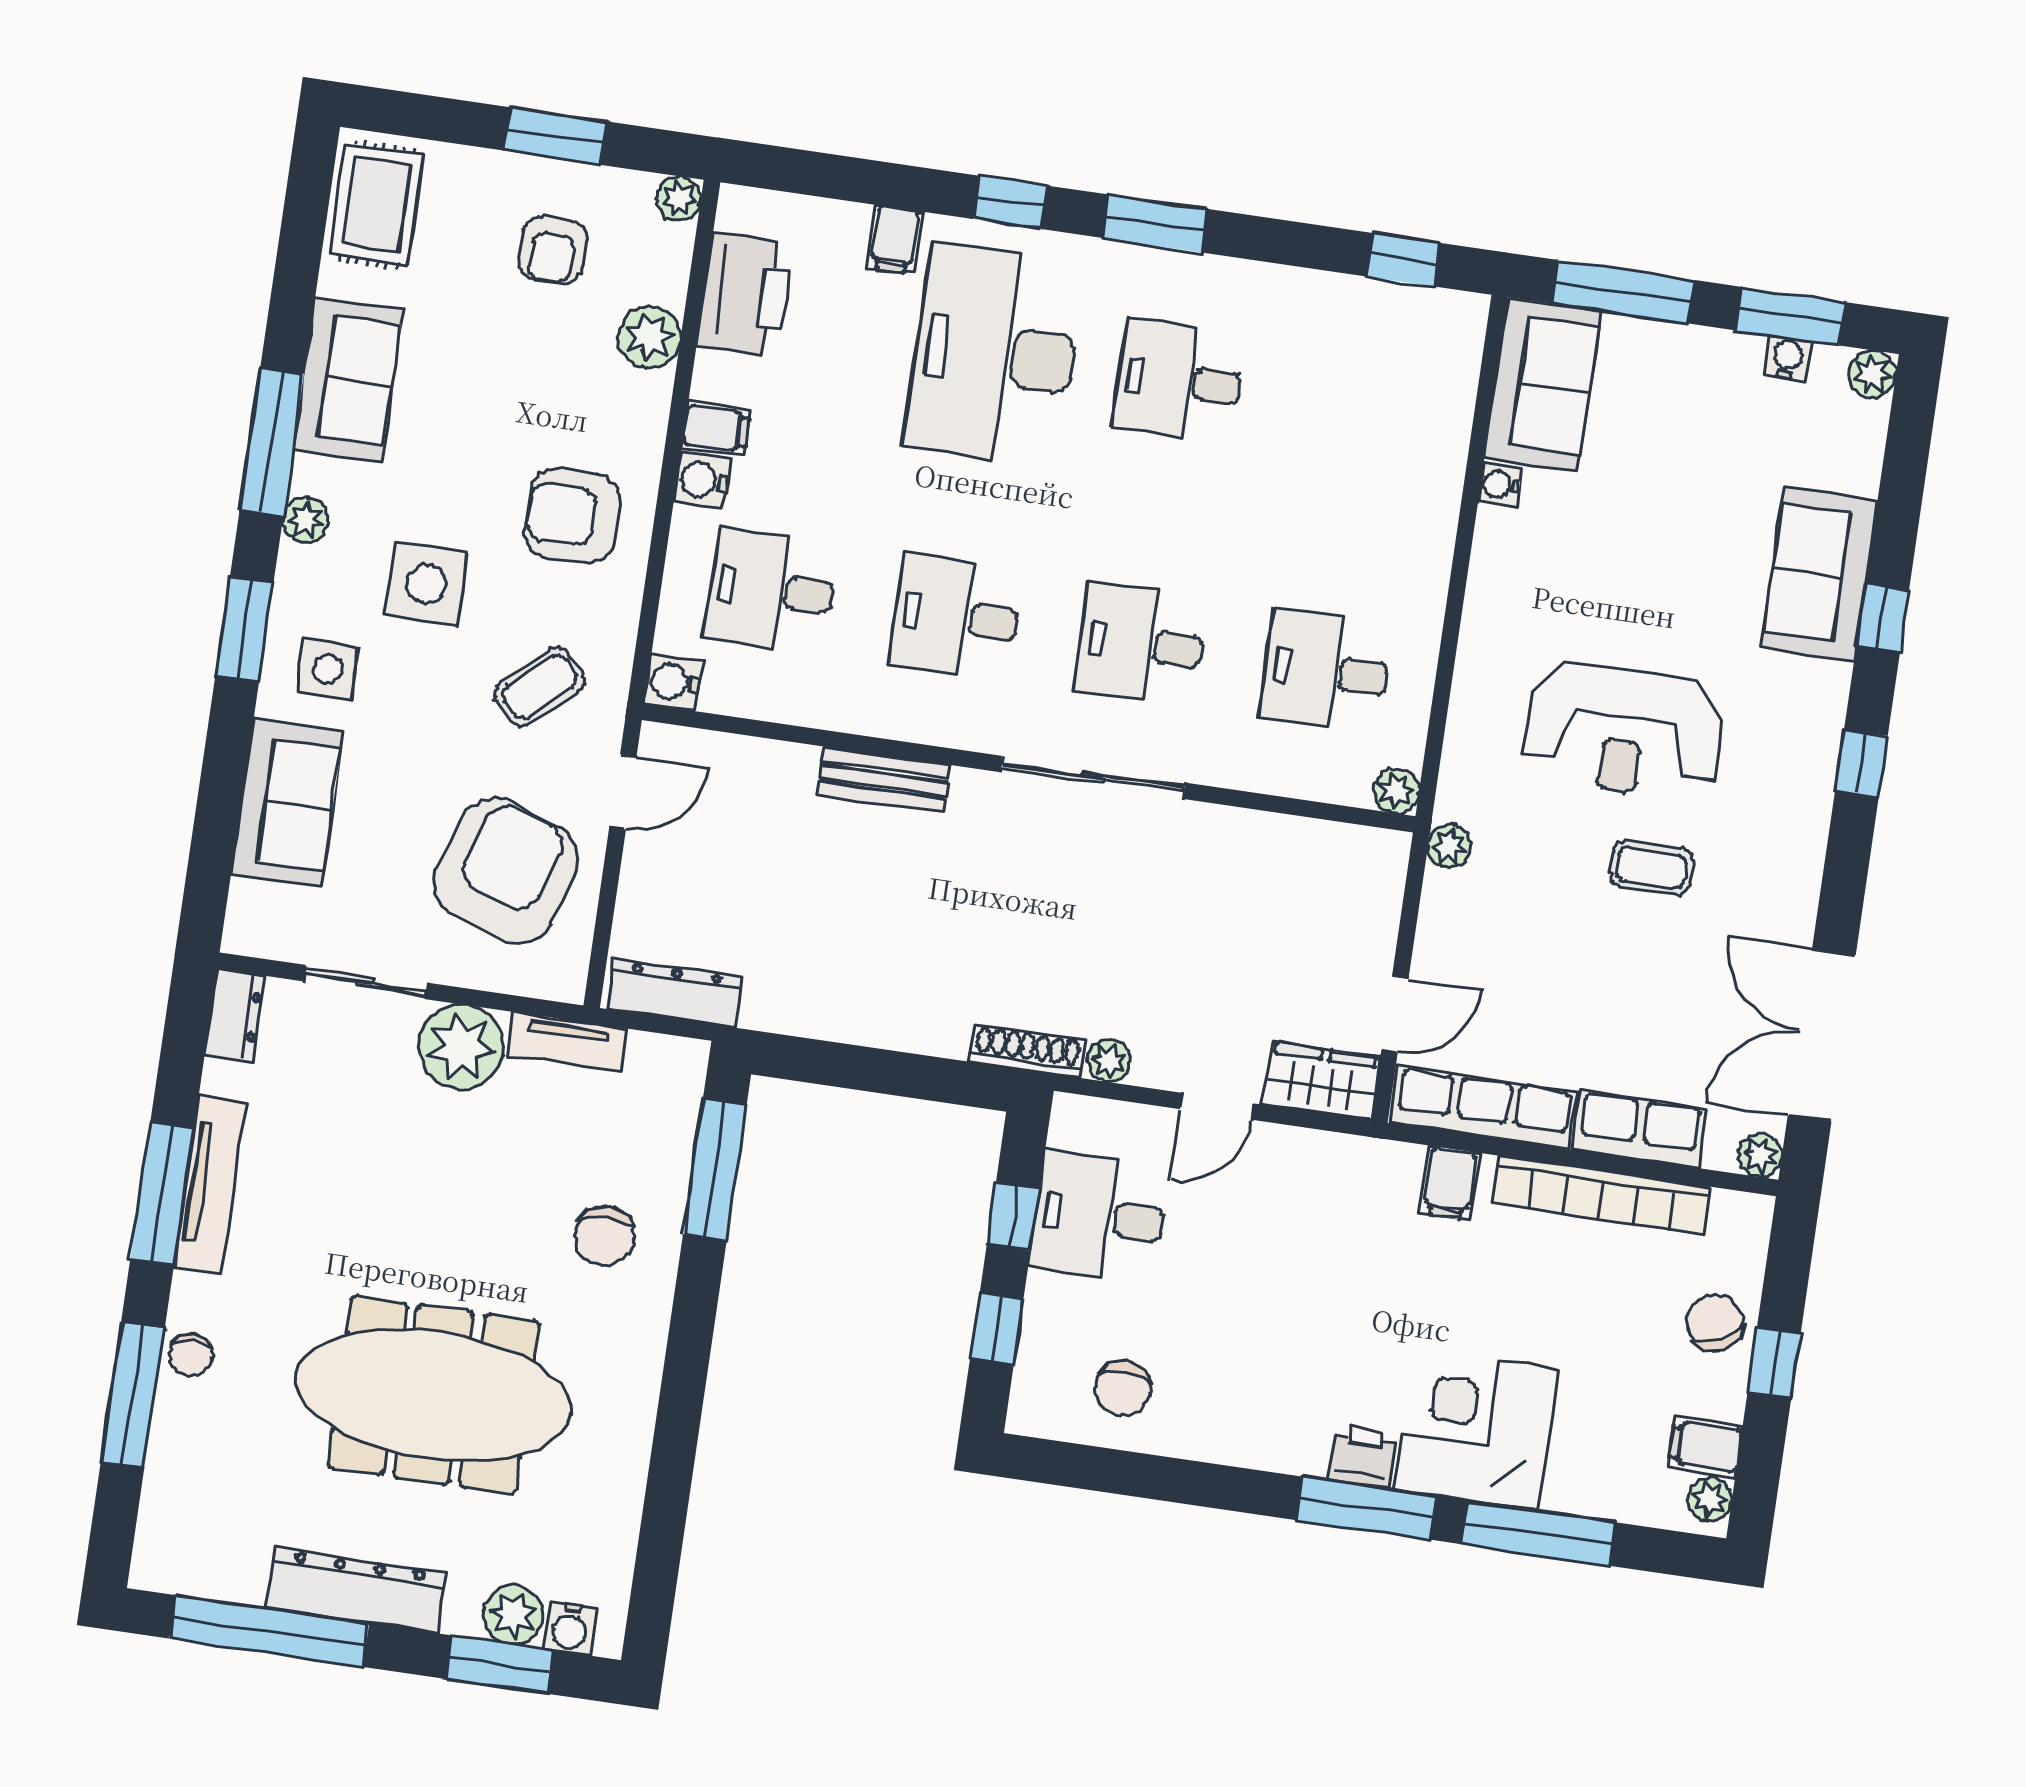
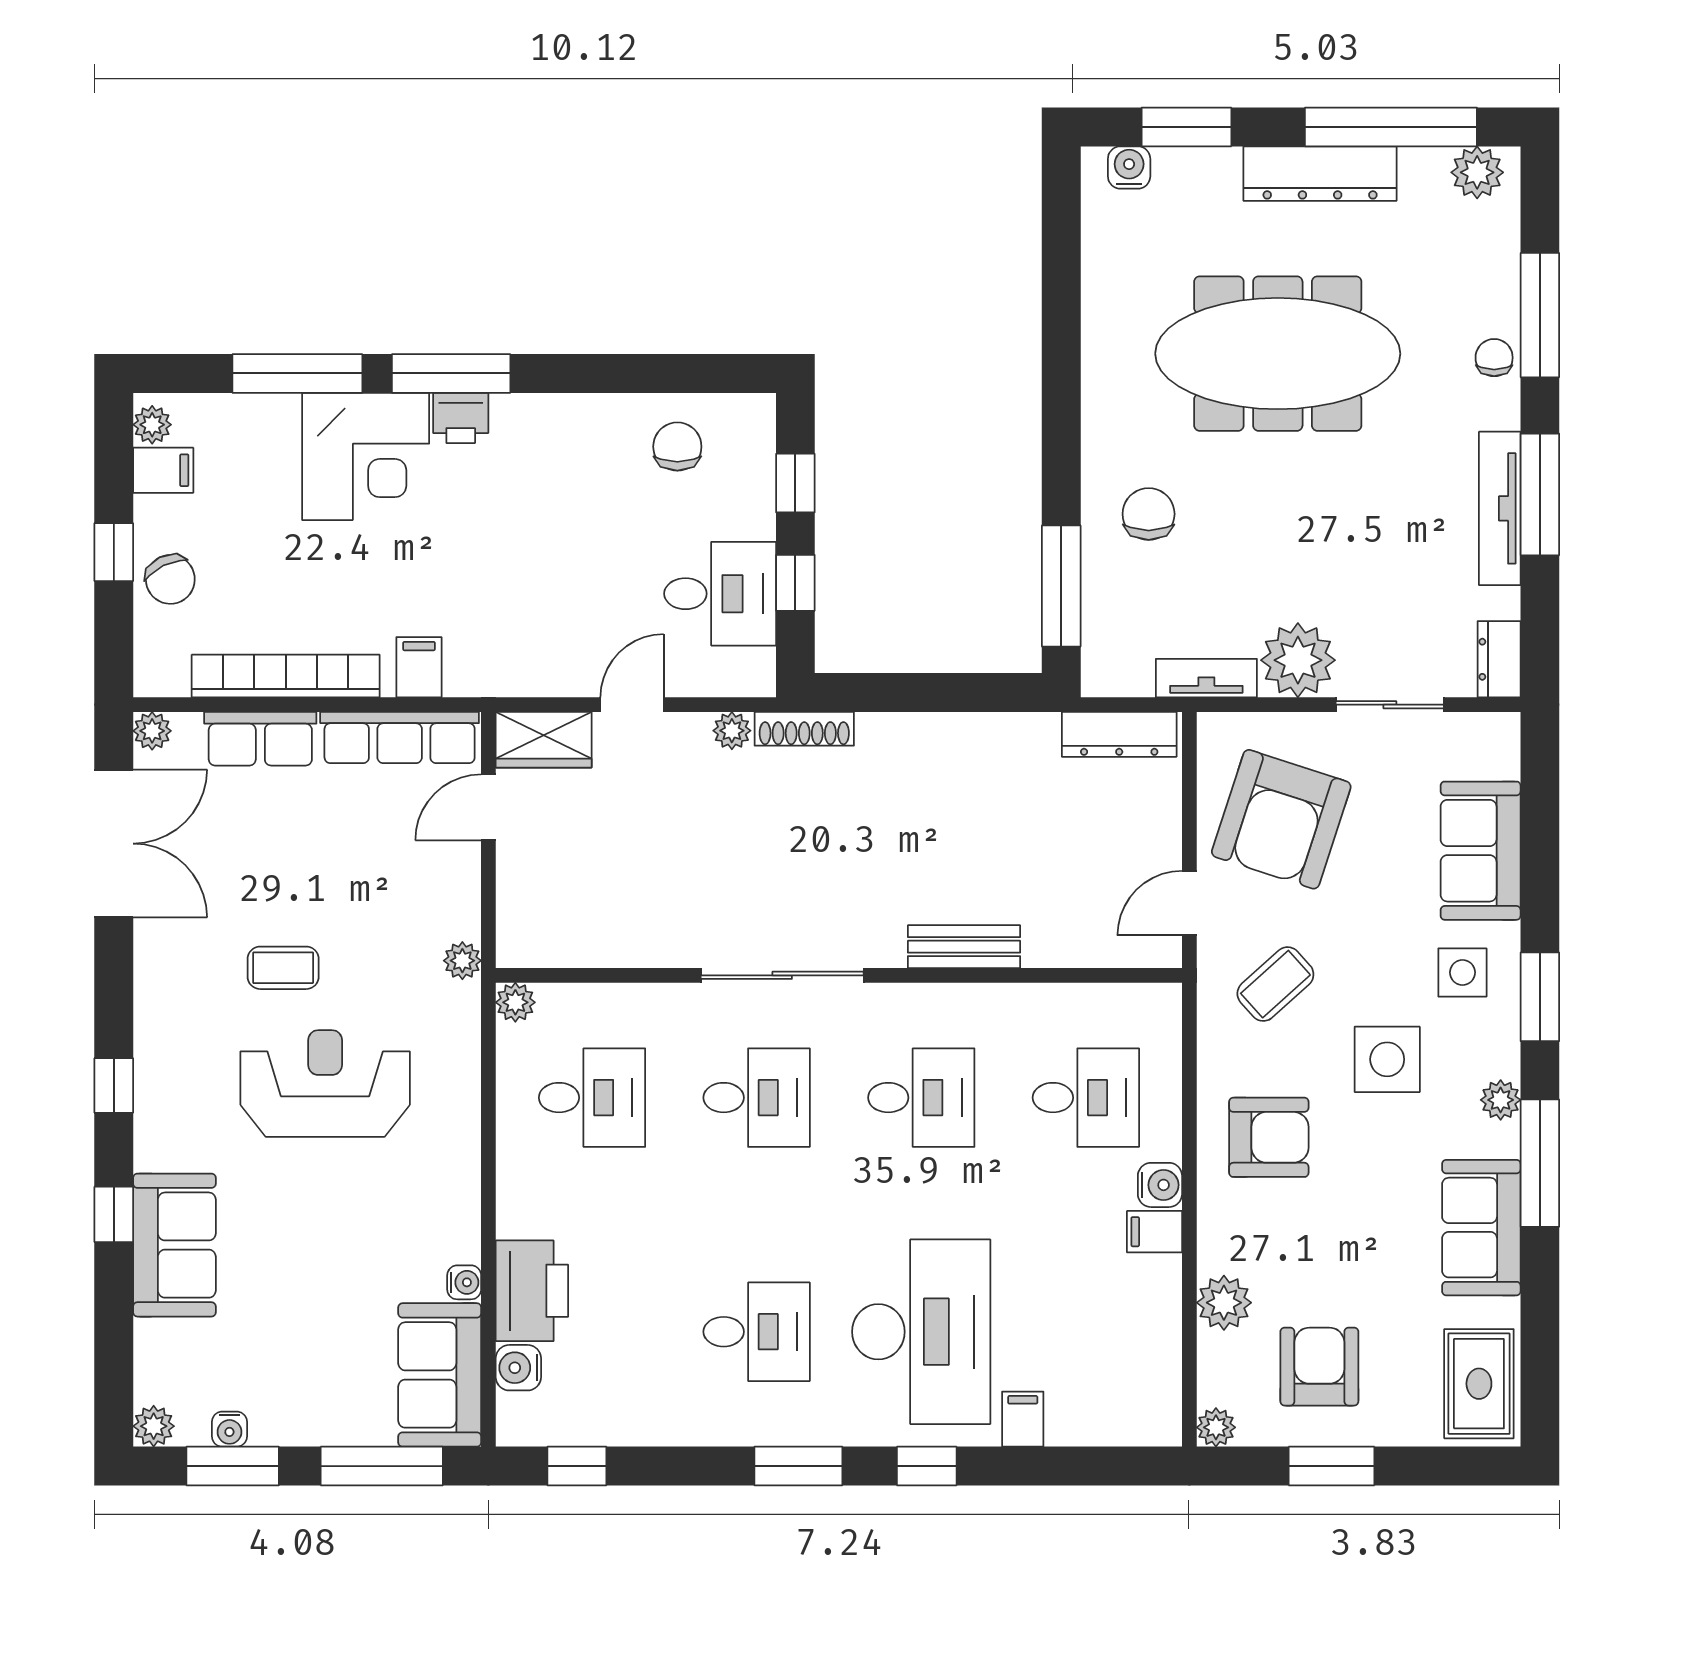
armchair: (553, 250) -> (1319, 1367), width x1.38, depth x1.38
printer: (745, 294) -> (532, 1291), moved, turned 180
water cooler: (673, 682) -> (518, 1368), moved, turned 180
plant: (513, 1614) -> (1477, 172), moved

